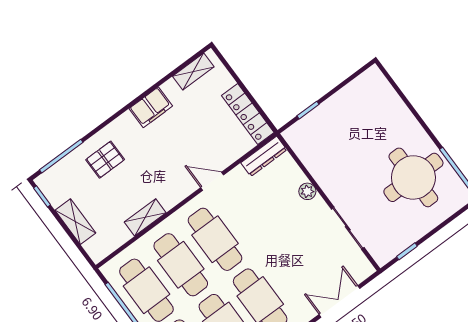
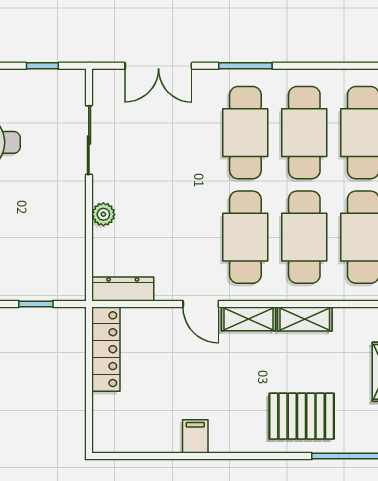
shelving: (193, 72) -> (249, 319), moved
filing cabinet: (151, 107) -> (195, 436), width x0.50
pallet: (105, 160) -> (302, 416), width x1.50, depth x1.42

